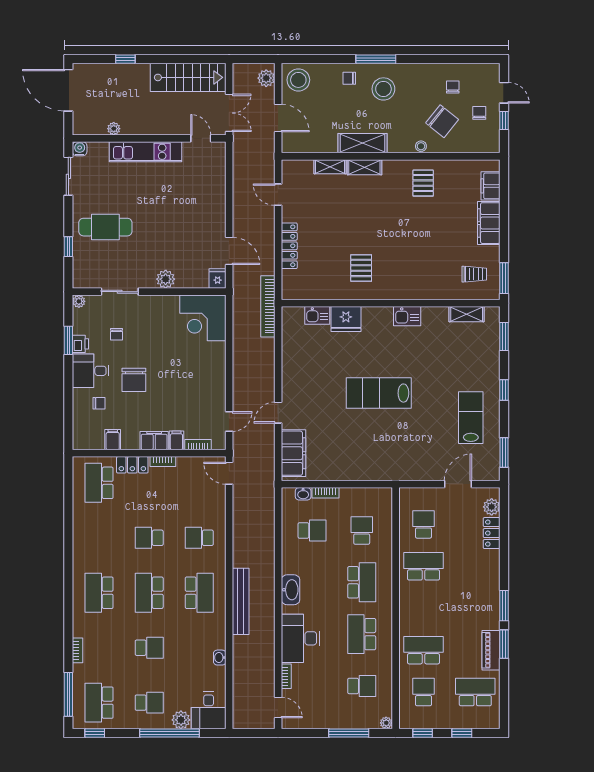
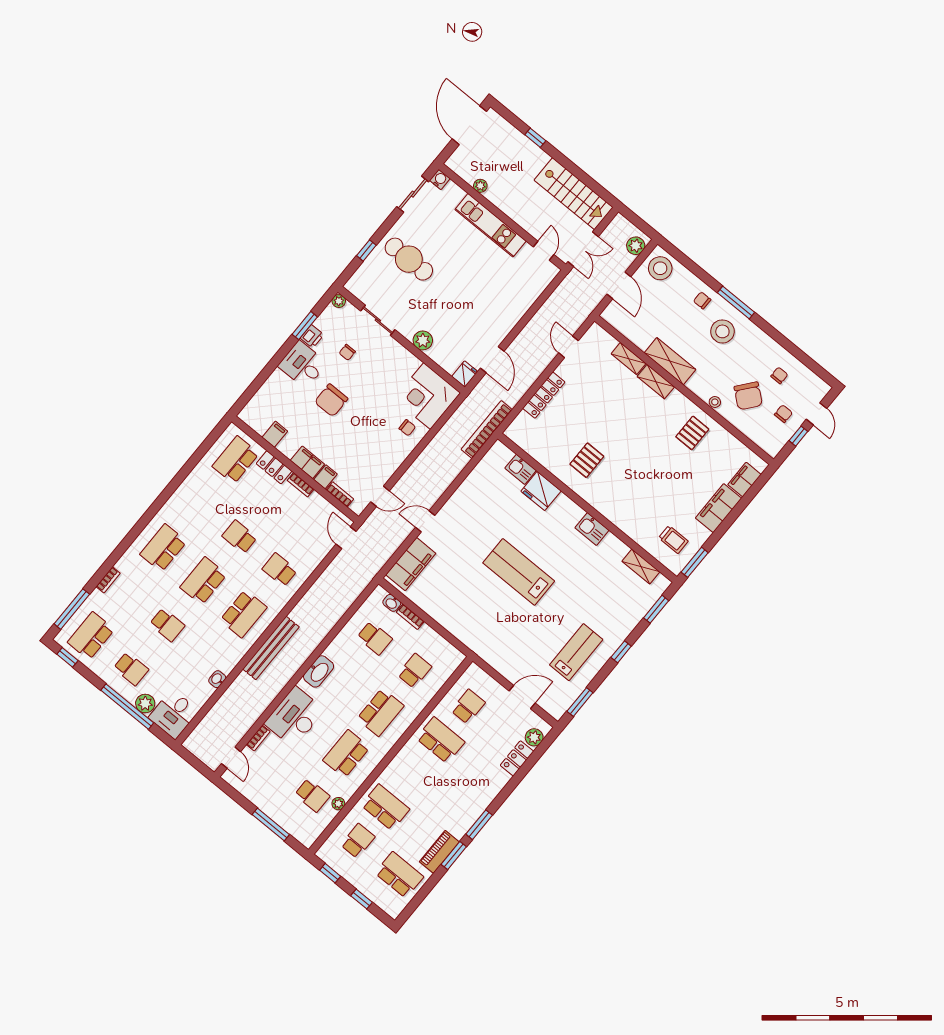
chair: (99, 403) -> (407, 428), moved
plant: (386, 723) -> (338, 804), moved

